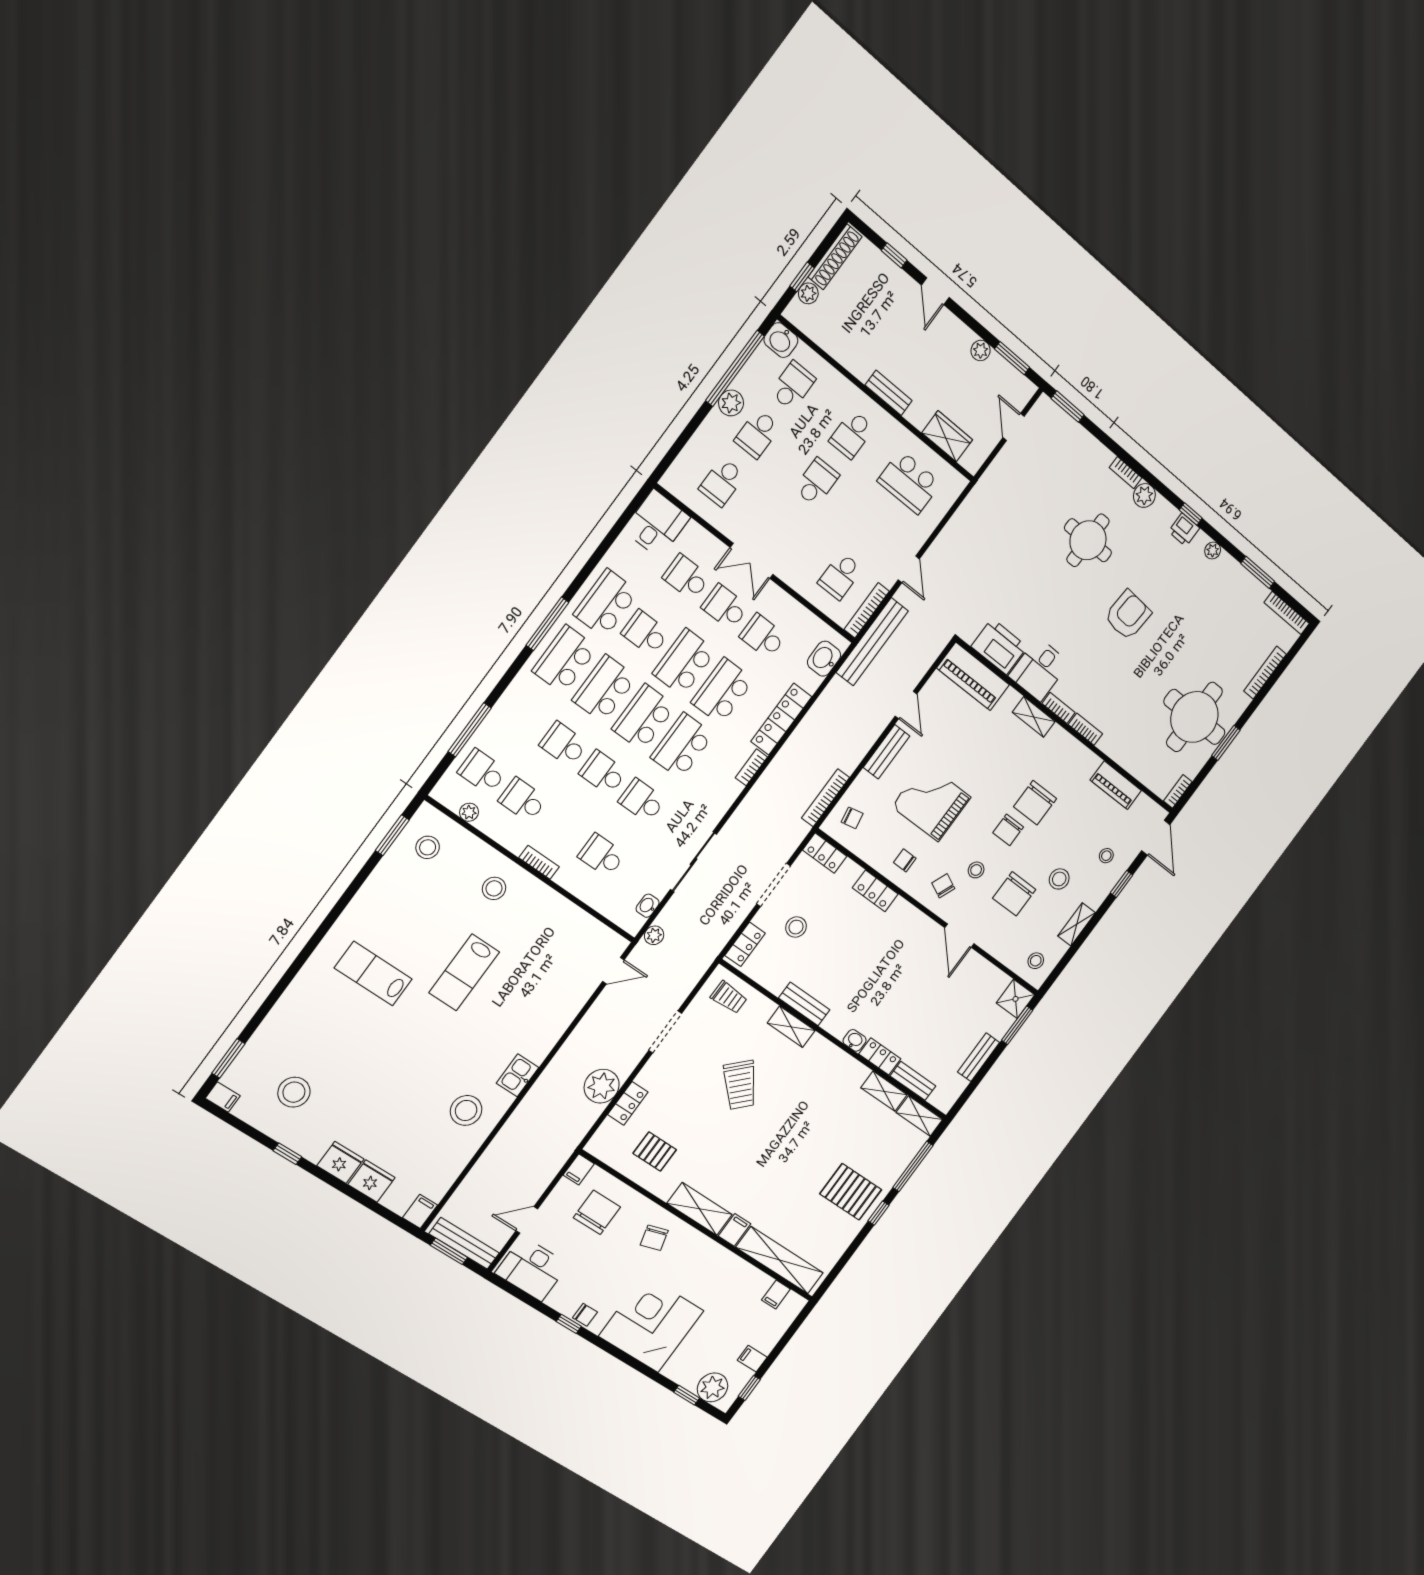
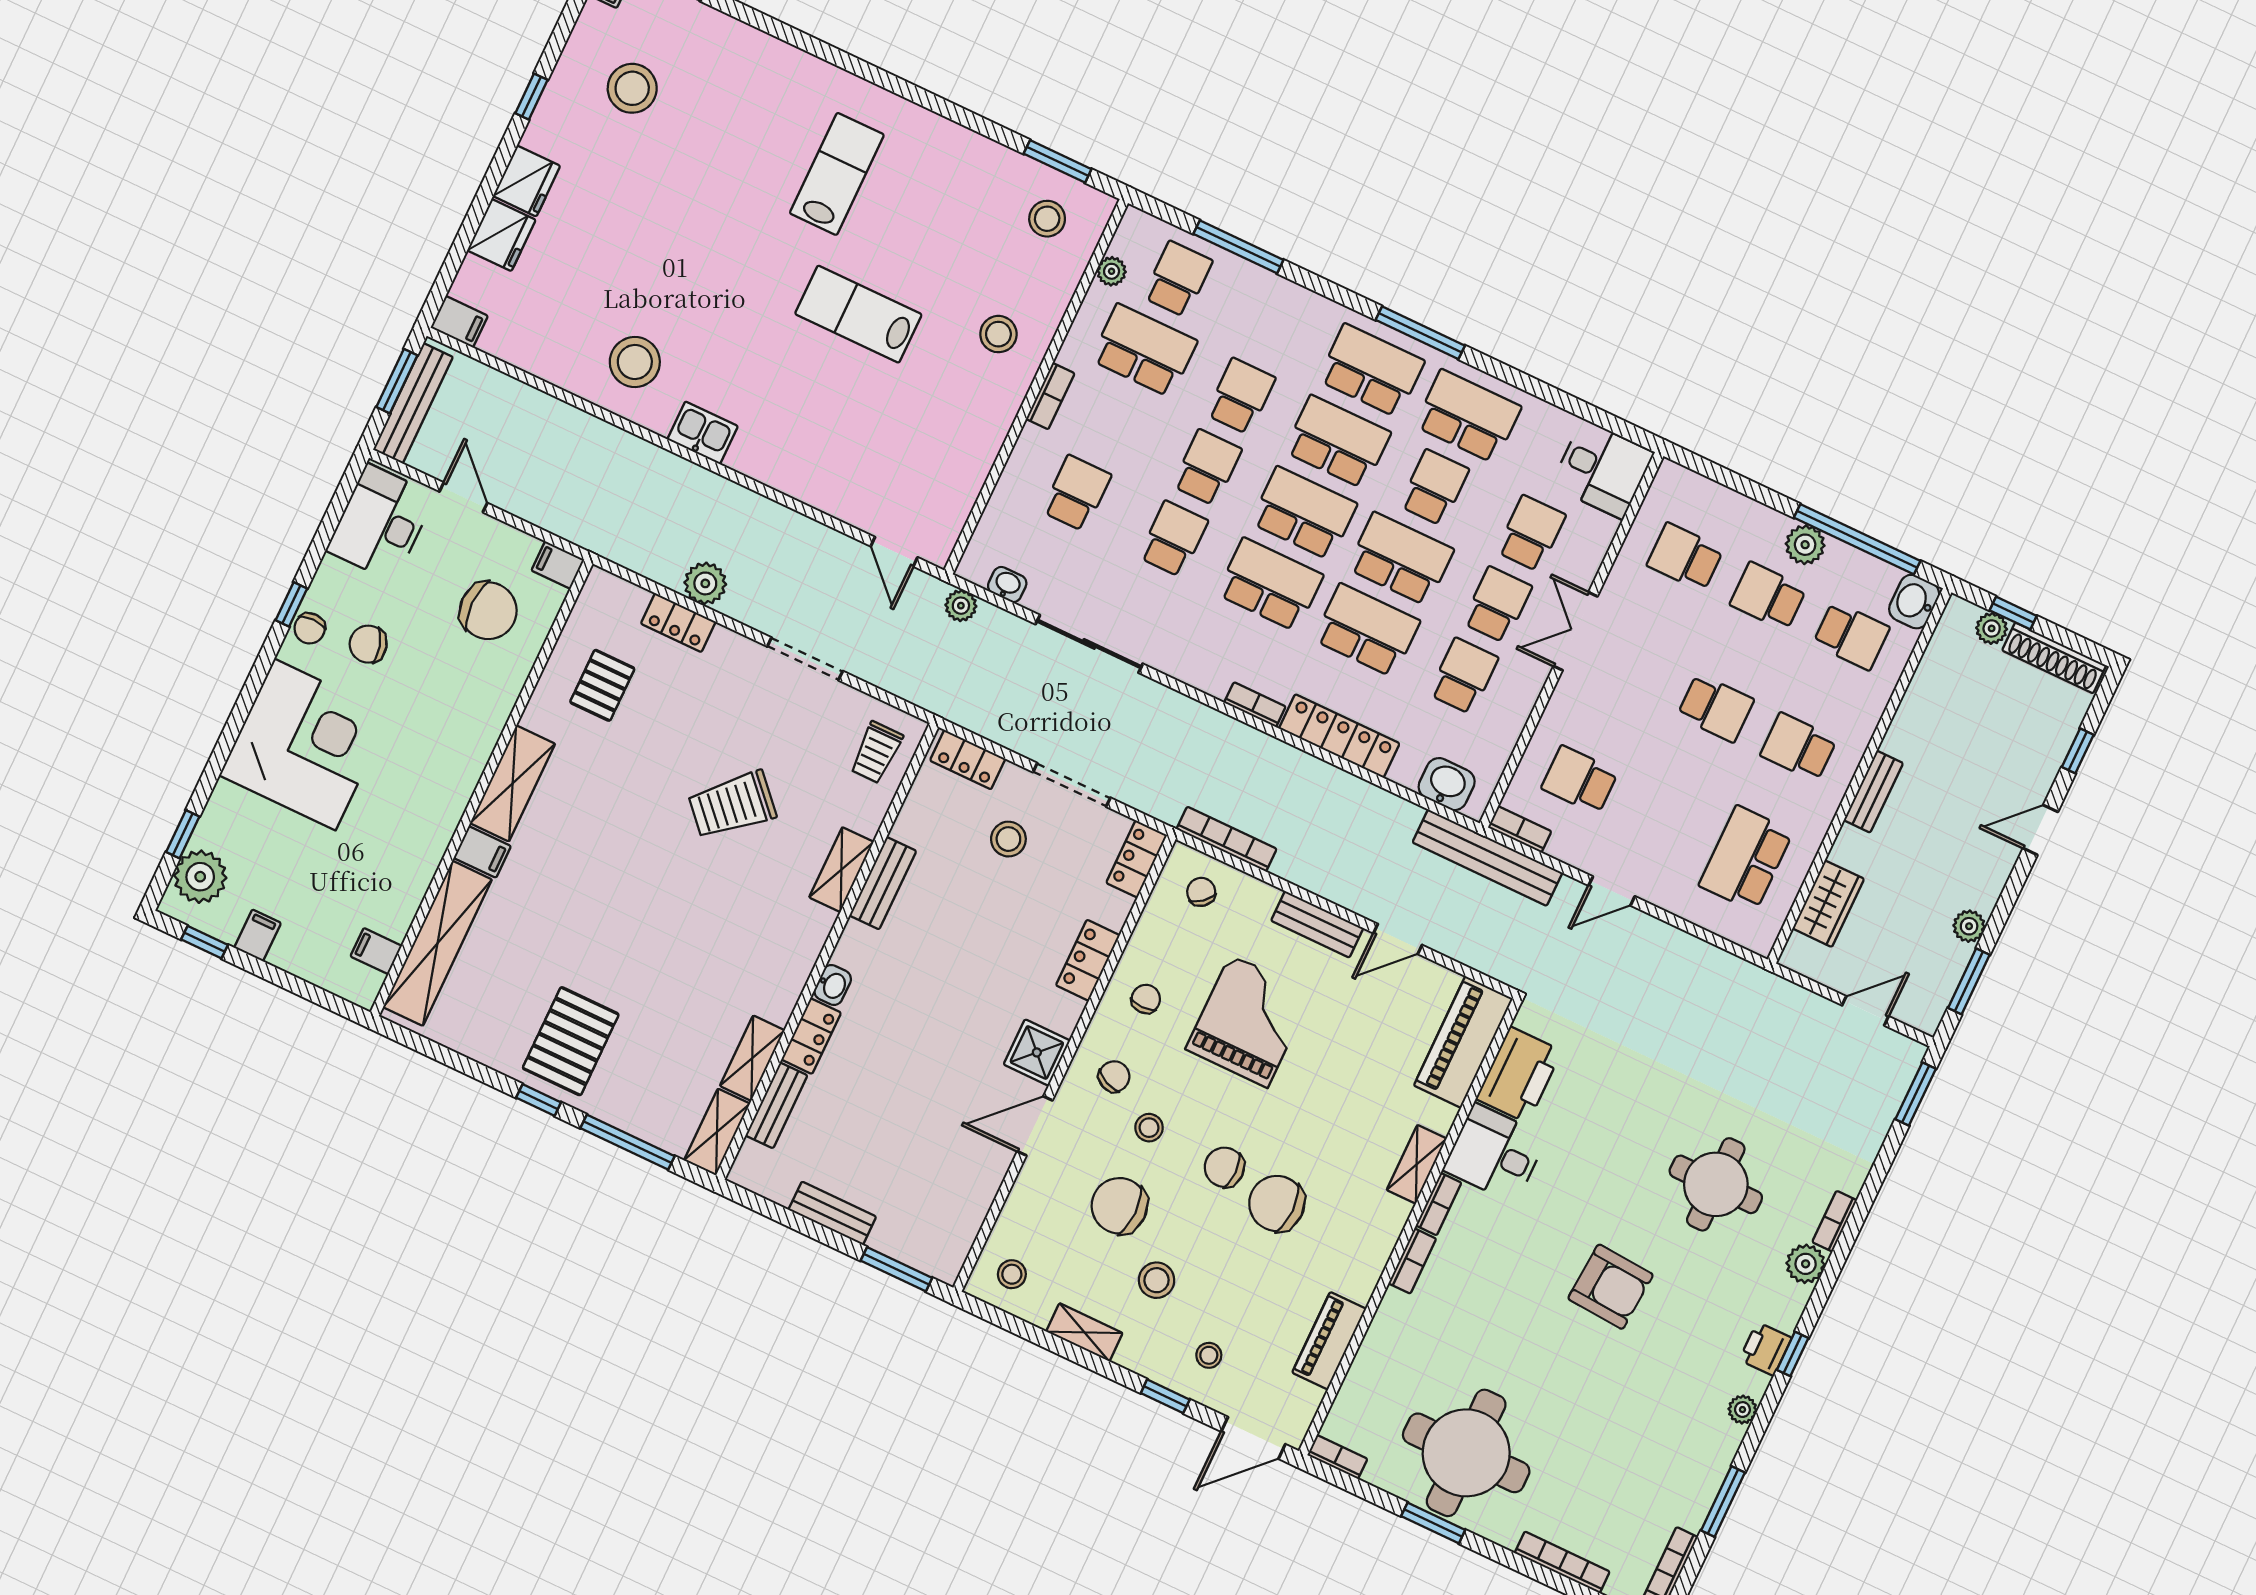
bookcase: (867, 610) -> (1520, 829), width x0.64
school desk: (523, 800) -> (1144, 350), width x1.85
chair: (852, 818) -> (1201, 892), turned 151
shower: (1015, 999) -> (1037, 1052), moved
plant: (602, 1086) -> (705, 583), width x0.73, depth x0.73
chair: (654, 1238) -> (368, 644), moved

